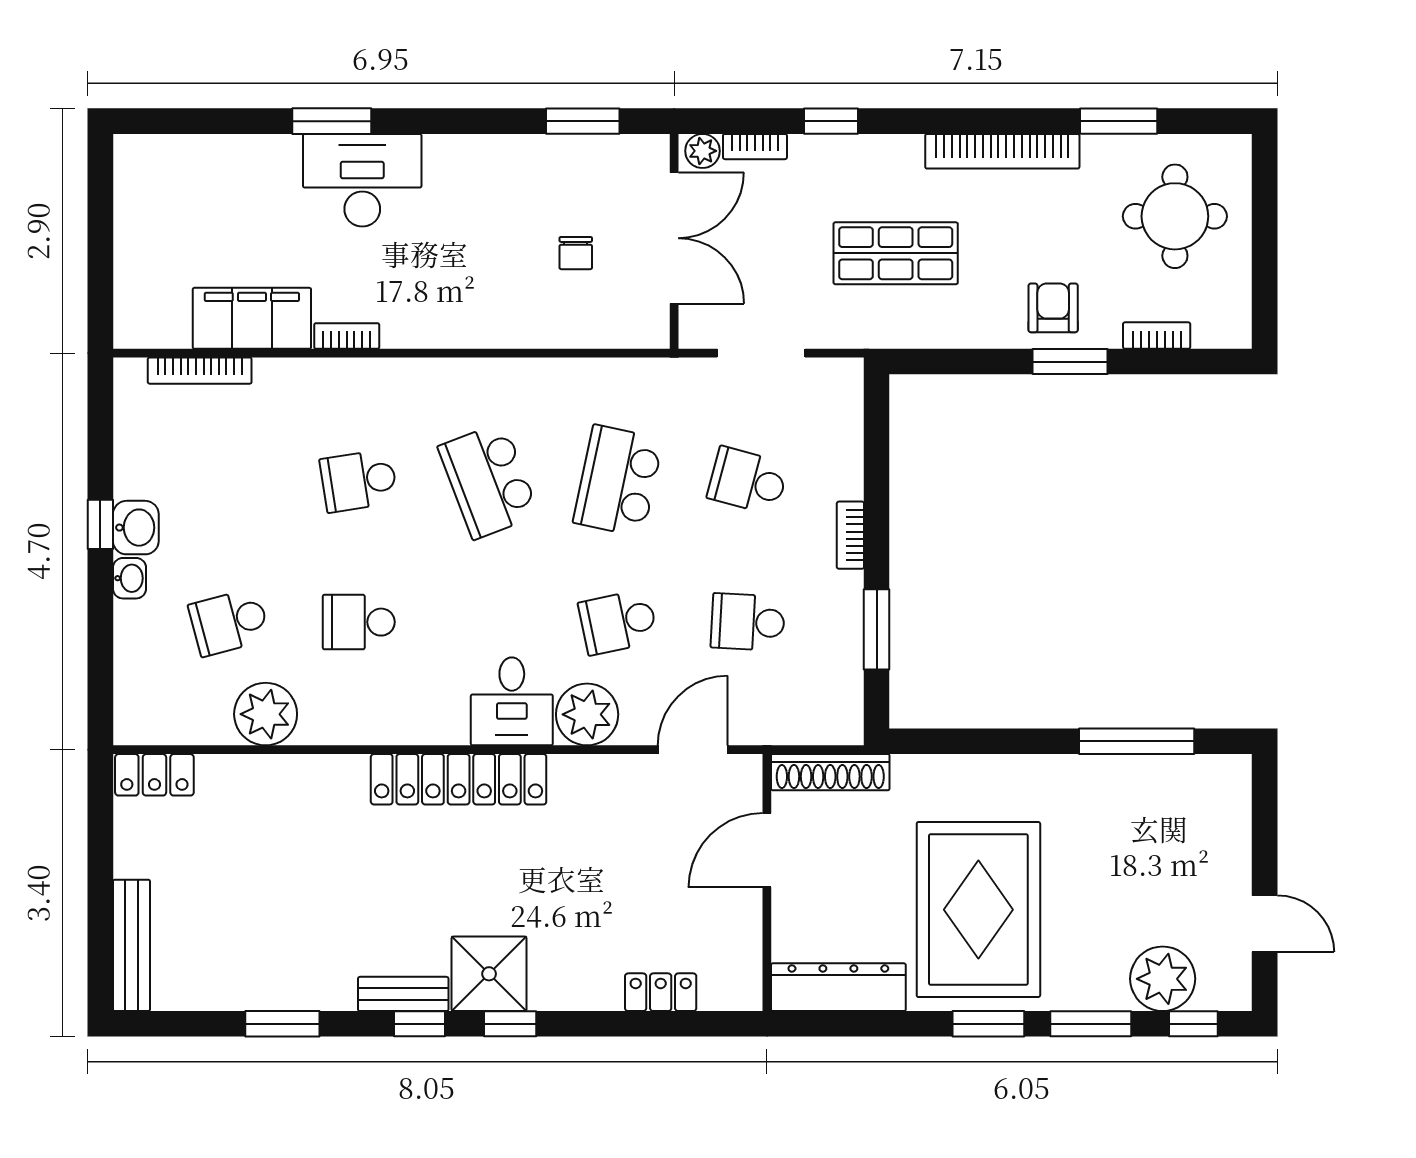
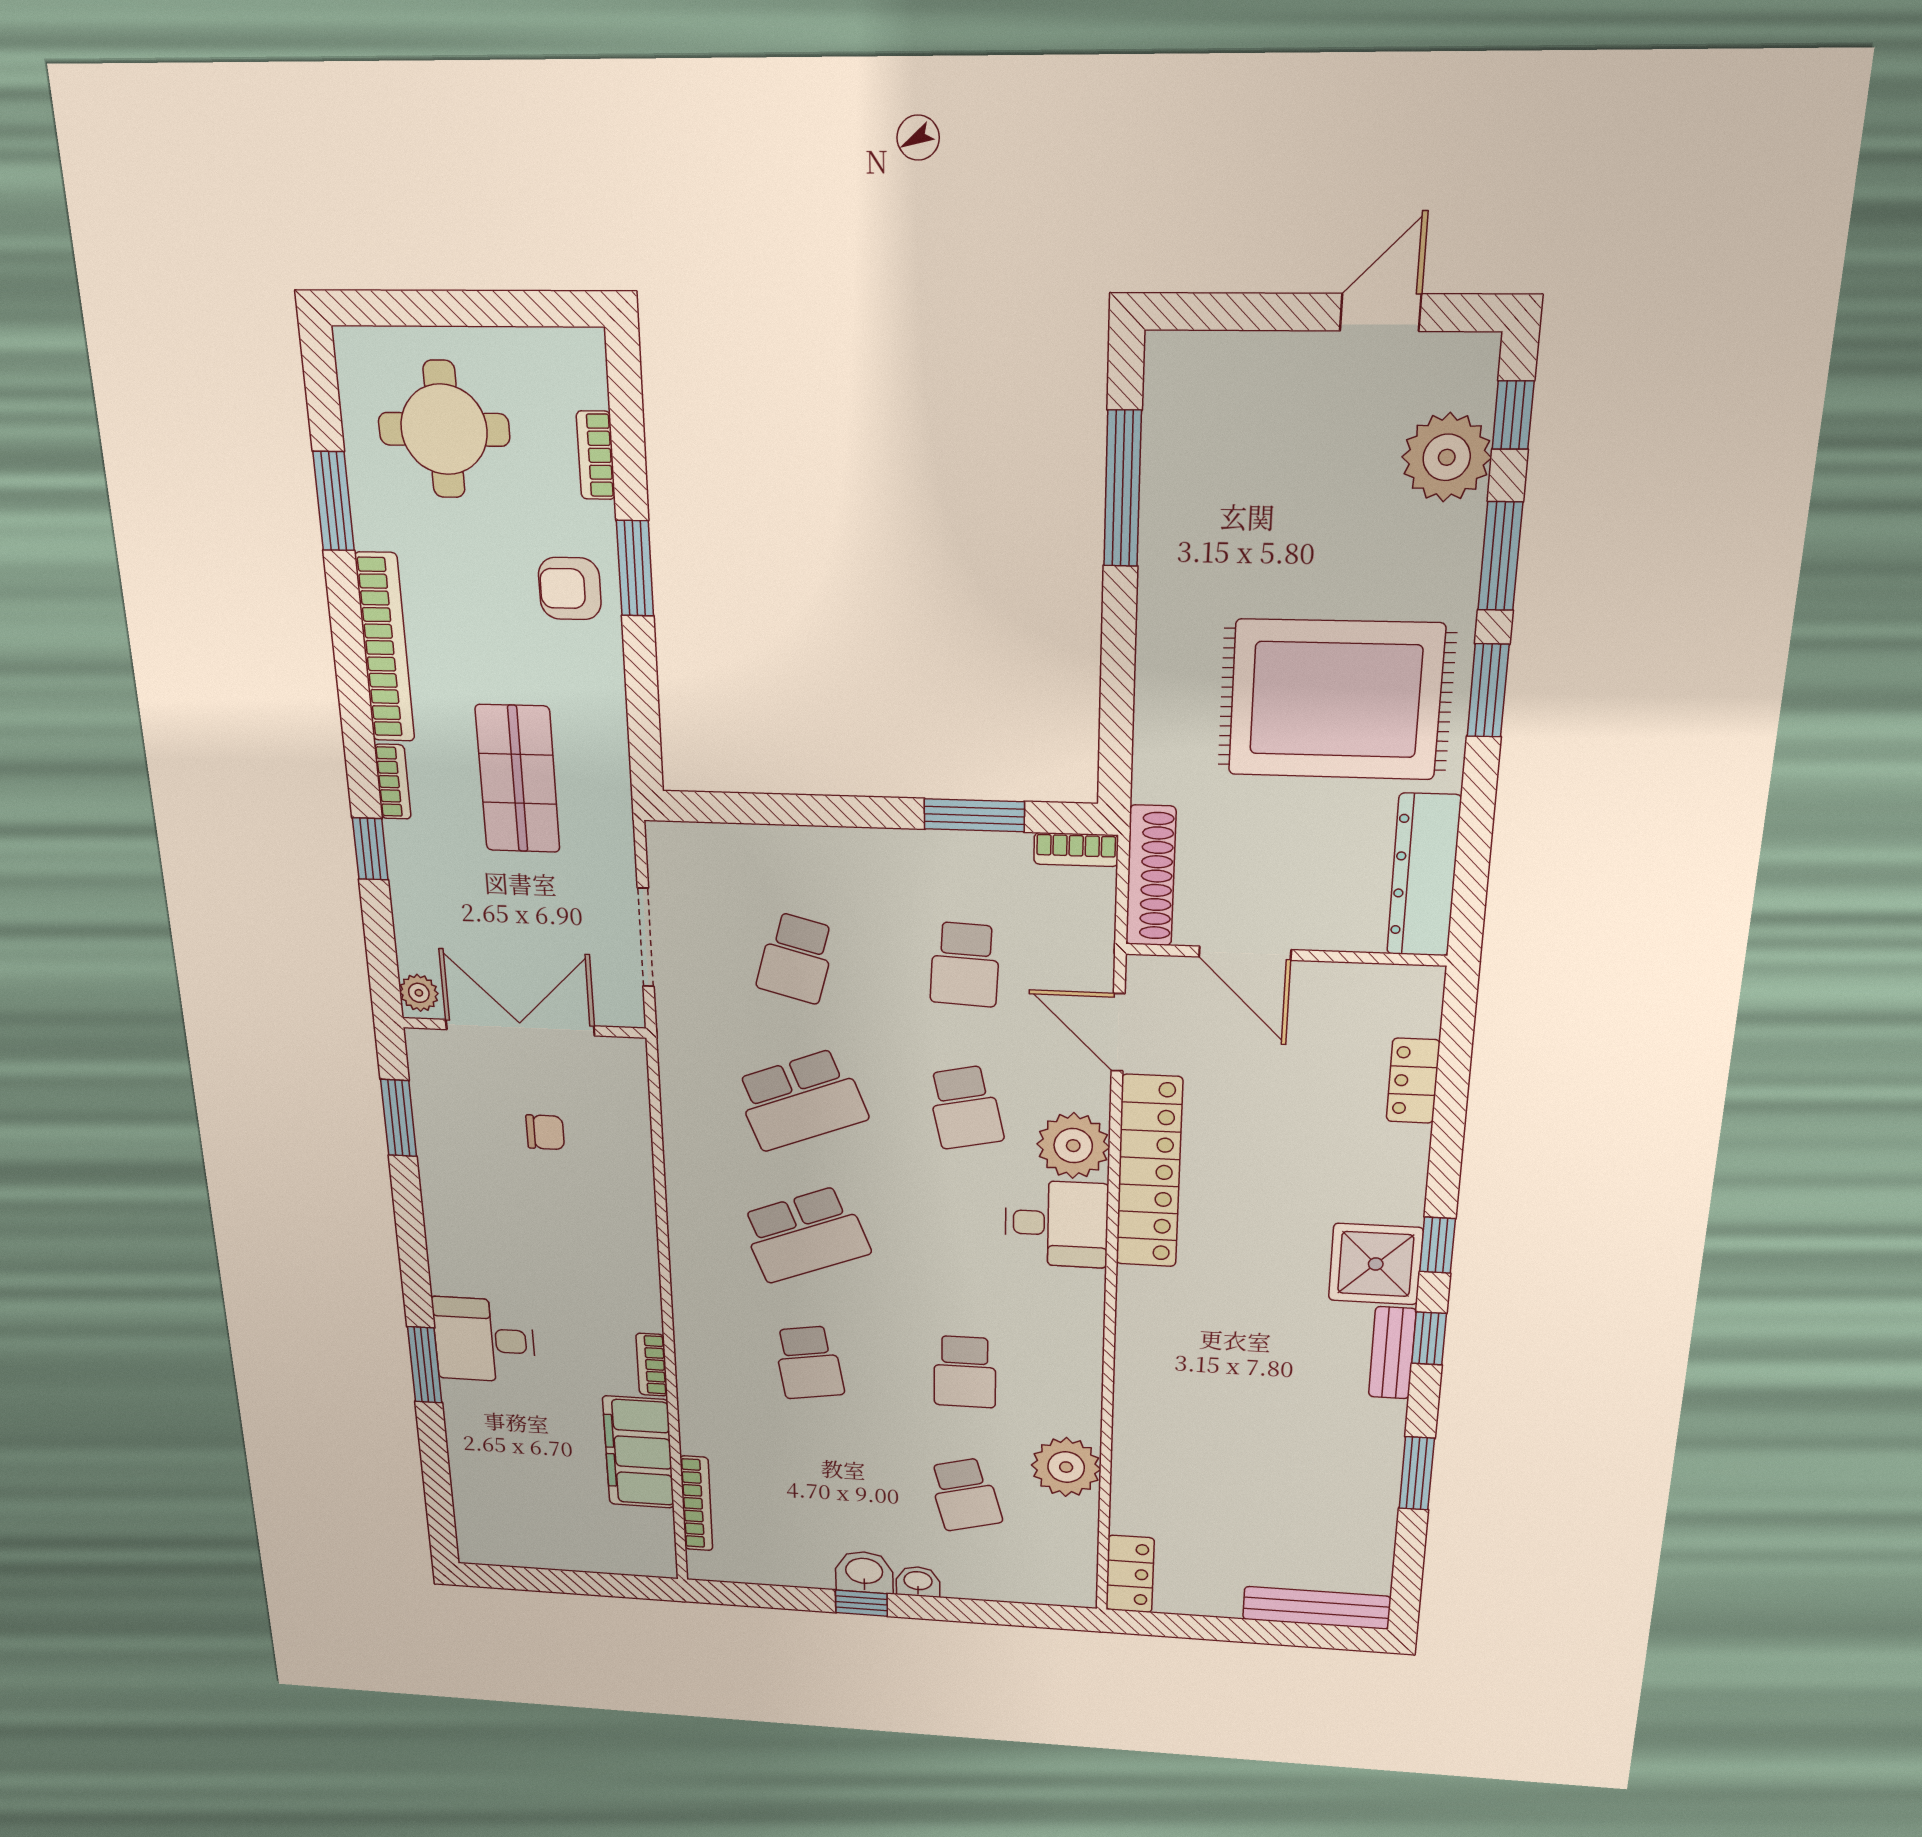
bookcase: (755, 147) -> (393, 782), moved
desk: (362, 180) -> (484, 1340), width x0.73
school desk: (618, 481) -> (801, 1100), turned -33
bookcase: (850, 535) -> (1076, 850), moved
locker: (459, 779) -> (1149, 1172), moved

